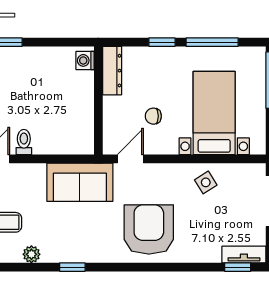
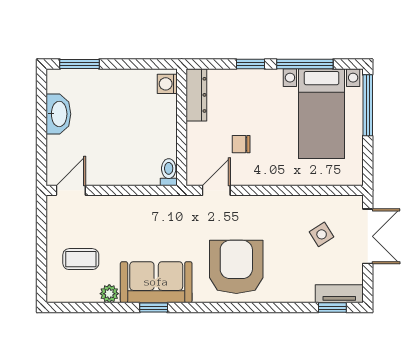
bed with nightstands: (214, 113) -> (322, 114), moved, turned 180
toilet: (24, 142) -> (169, 172), moved
sofa: (80, 182) -> (156, 282), moved, turned 180
side table: (206, 182) -> (322, 234), moved

